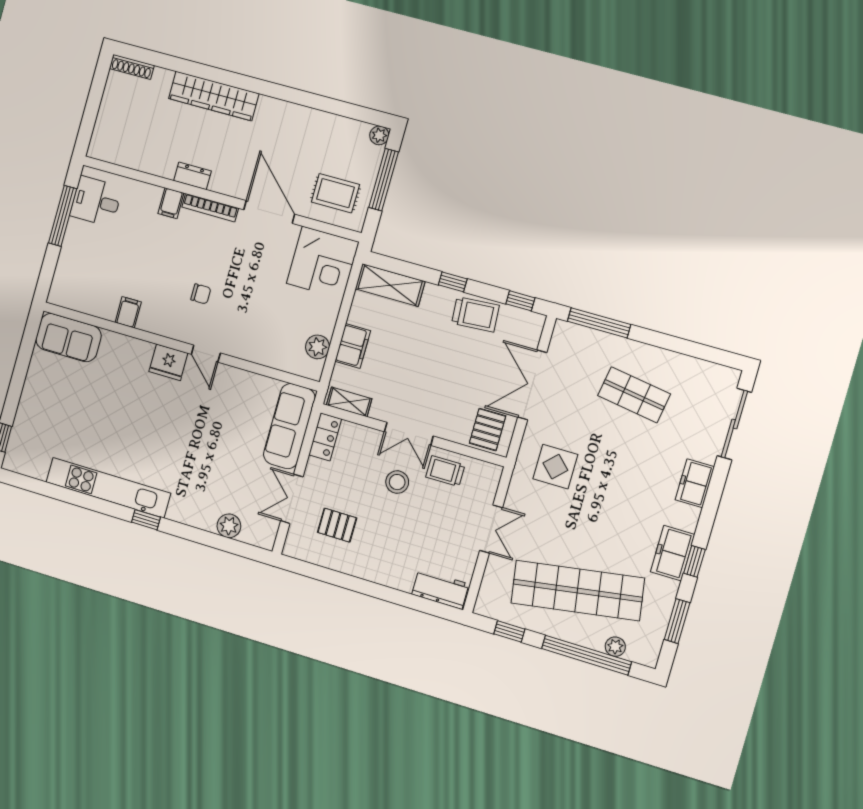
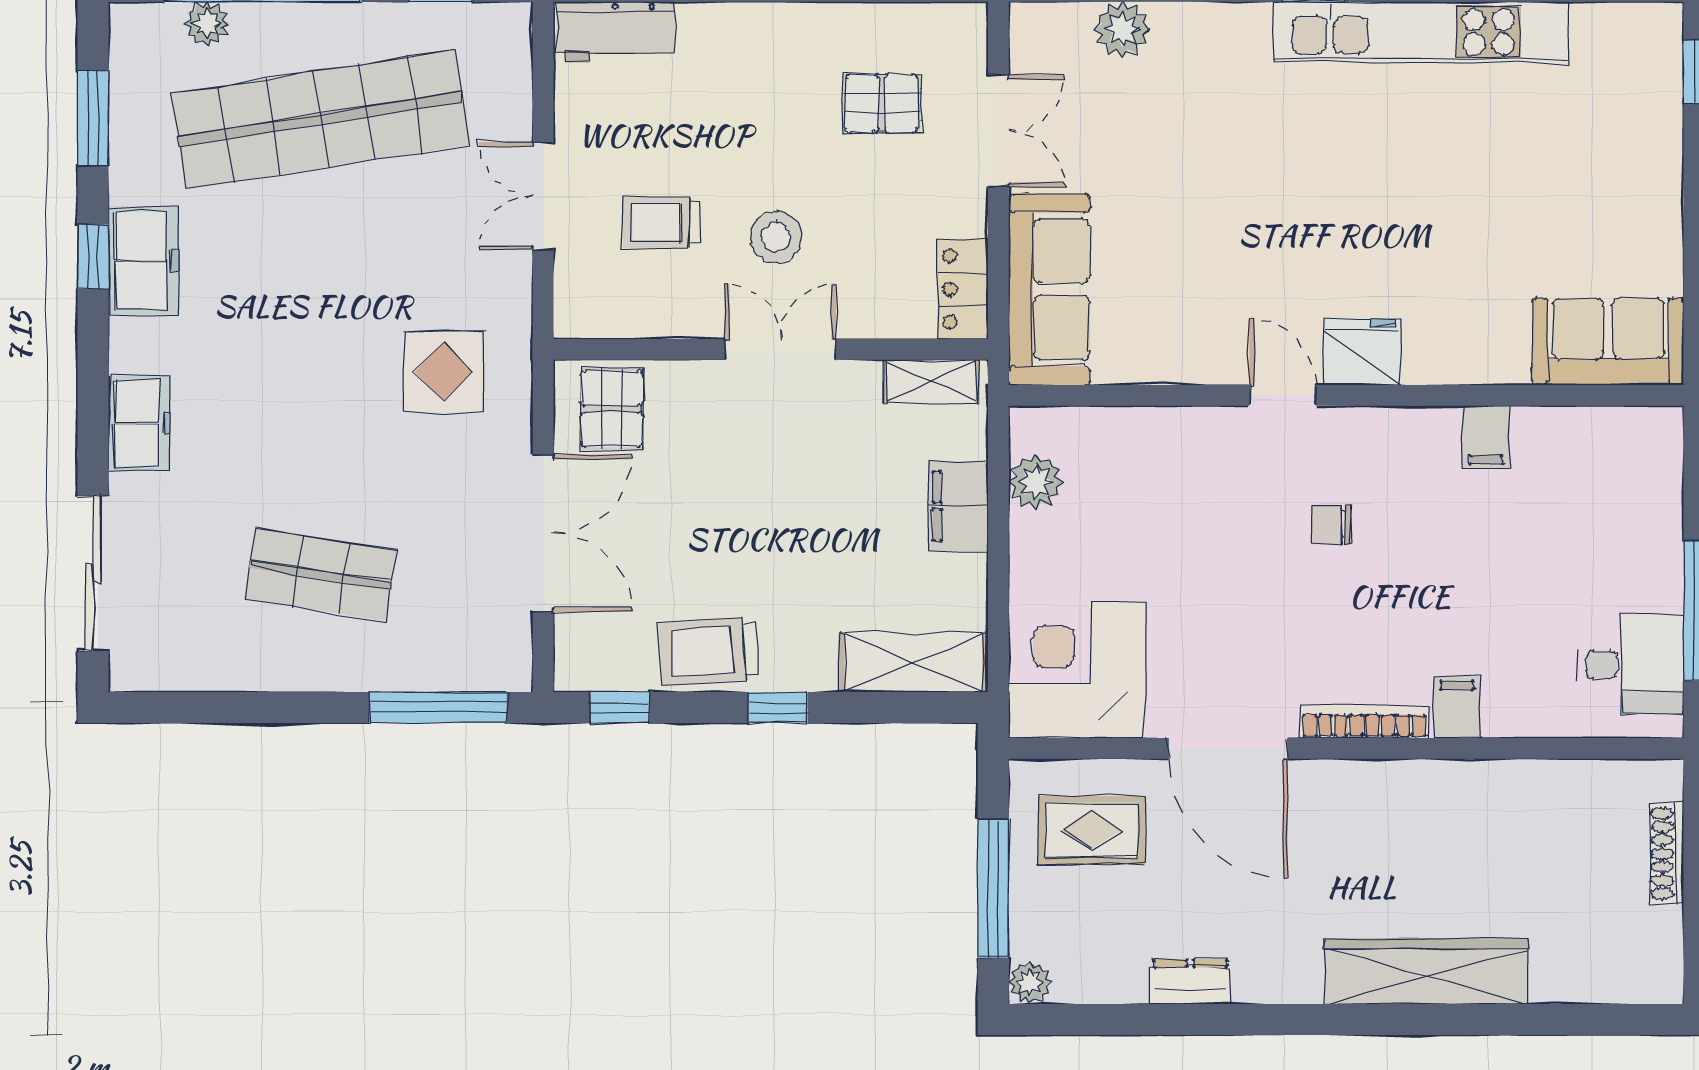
shoe rack: (132, 67) -> (1666, 854), moved, turned -90
dresser: (192, 176) -> (1190, 982), moved, turned 180
trolley: (445, 471) -> (662, 222), moved, turned 180

